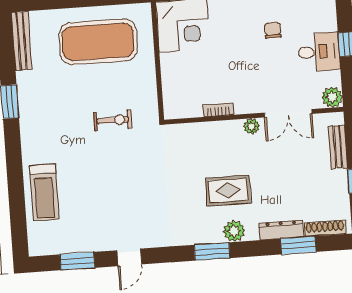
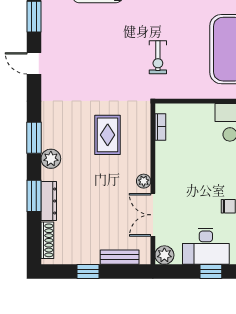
desk: (319, 52) -> (206, 246), width x1.37
bookcase: (218, 110) -> (160, 127), moved
rug: (228, 191) -> (108, 135), moved
window: (298, 245) -> (34, 196), moved

